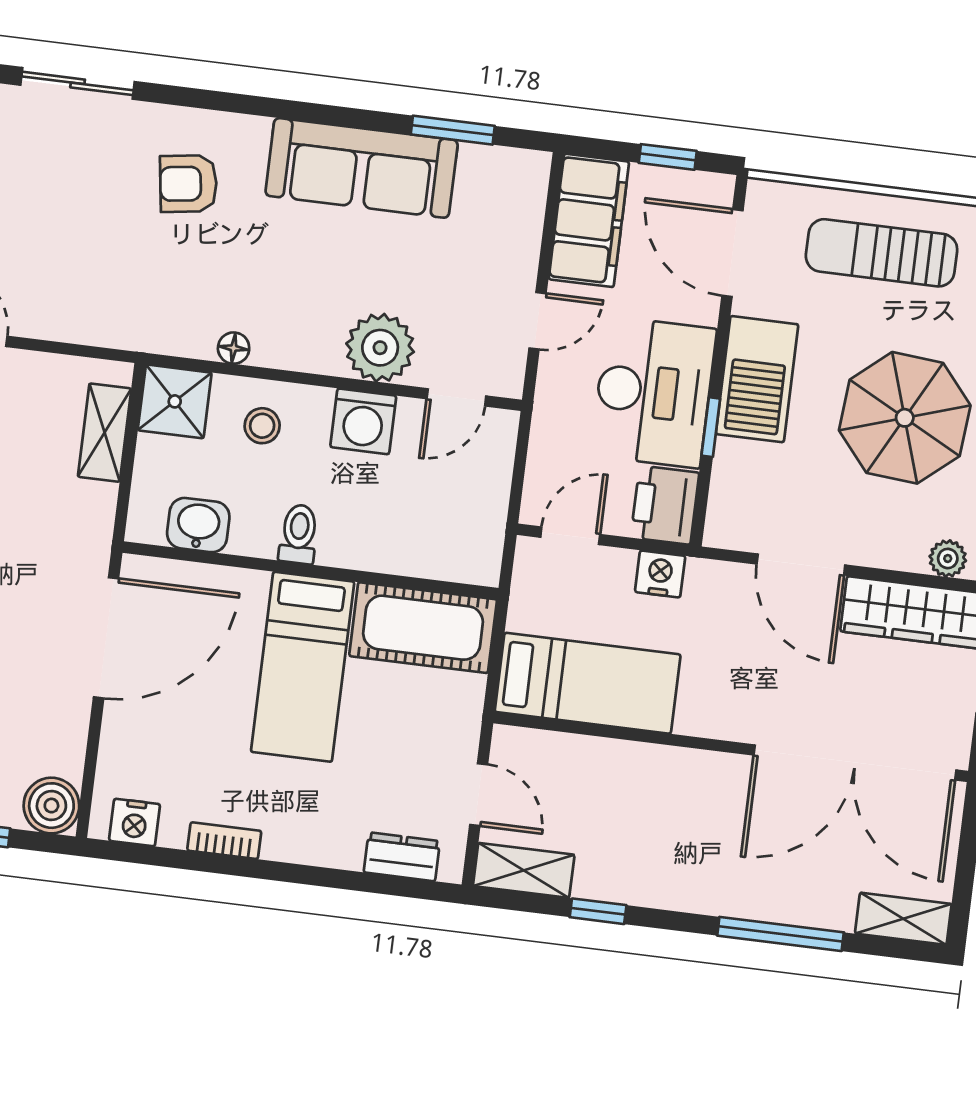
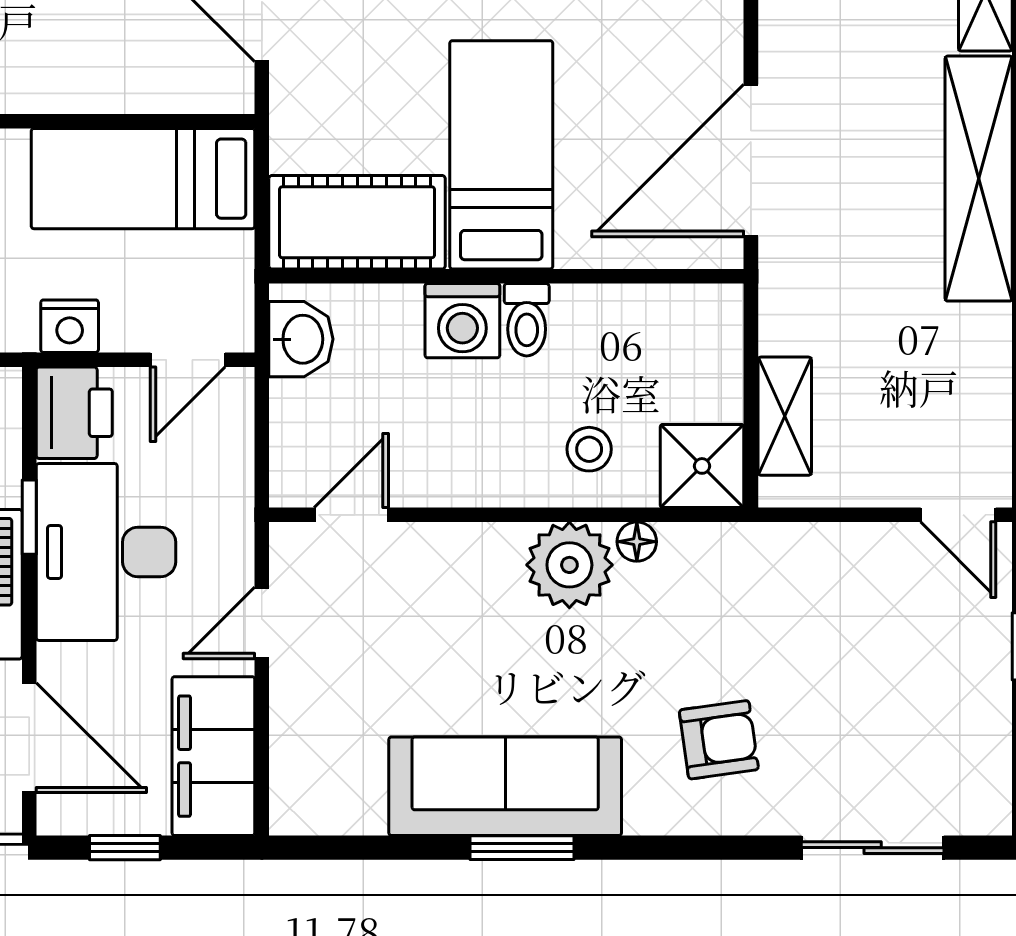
window: (453, 130) -> (522, 848), moved
plant: (380, 348) -> (569, 565), moved
washing machine: (363, 421) -> (462, 321), moved, turned 180
washbasin: (198, 525) -> (301, 339), moved, turned -90

